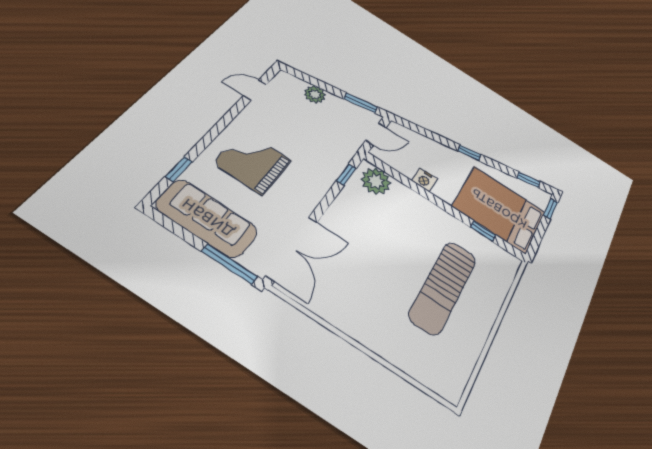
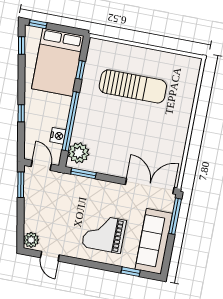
plant: (315, 94) -> (31, 240), moved
window: (469, 153) -> (21, 113), moved
grand piano: (252, 162) -> (104, 233), turned 90
window: (346, 175) -> (83, 173), width x1.50
nightstand: (425, 180) -> (58, 136), moved
window: (420, 191) -> (71, 121), added

